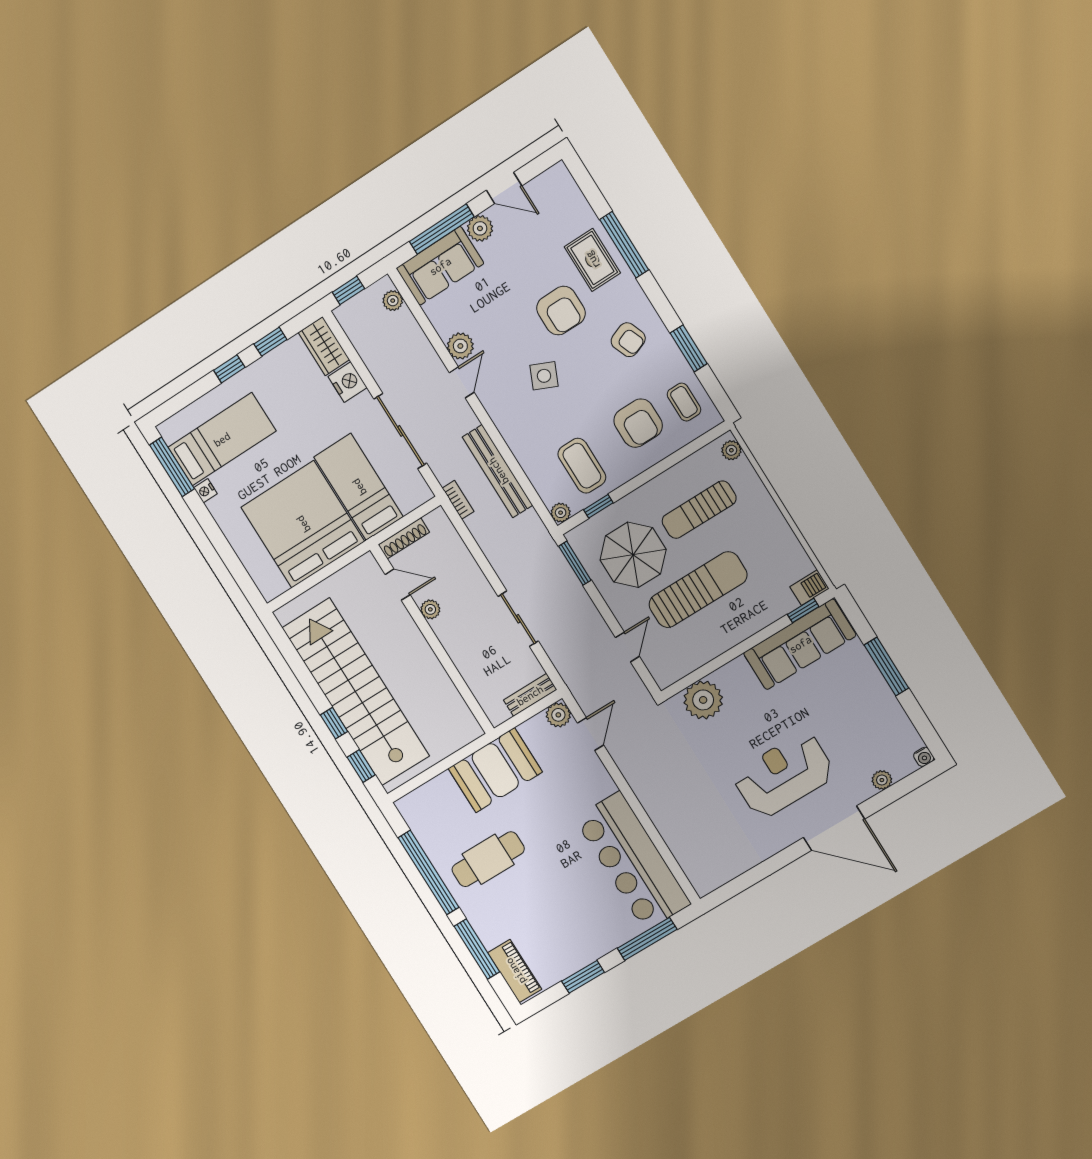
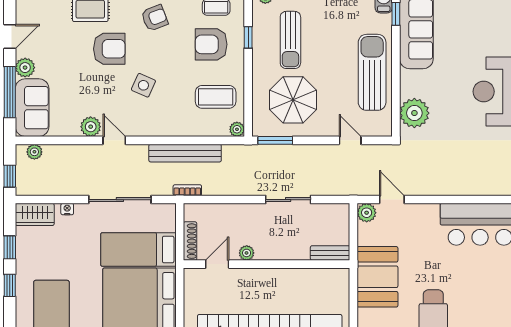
nightstand: (348, 382) -> (67, 209), width x0.53, depth x0.56
armchair: (638, 423) -> (211, 44), turned 180
window: (598, 506) -> (248, 37), moved
sun lounger: (698, 590) -> (372, 72), moved
bench: (530, 695) -> (330, 253), moved, turned 90

